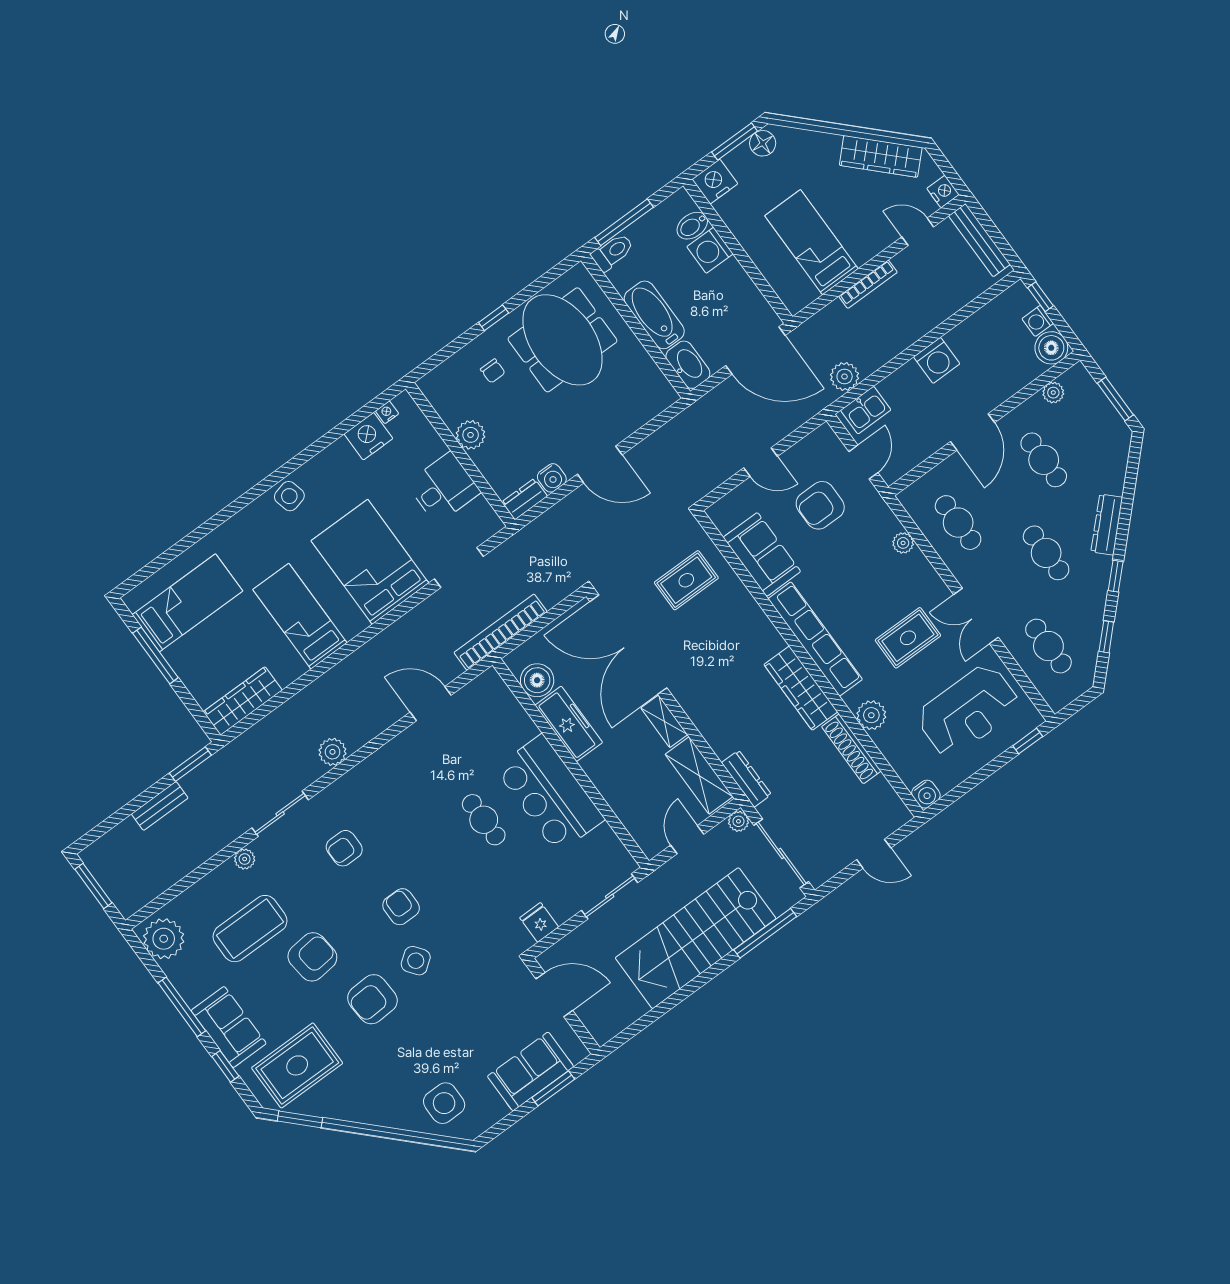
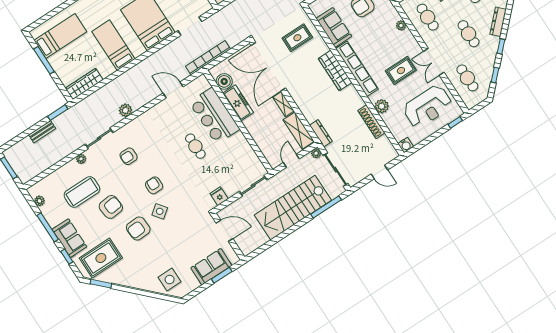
wardrobe: (801, 688) -> (335, 71), moved
bar counter: (550, 794) -> (214, 116), moved
plant: (164, 939) -> (39, 201), width x0.53, depth x0.53

